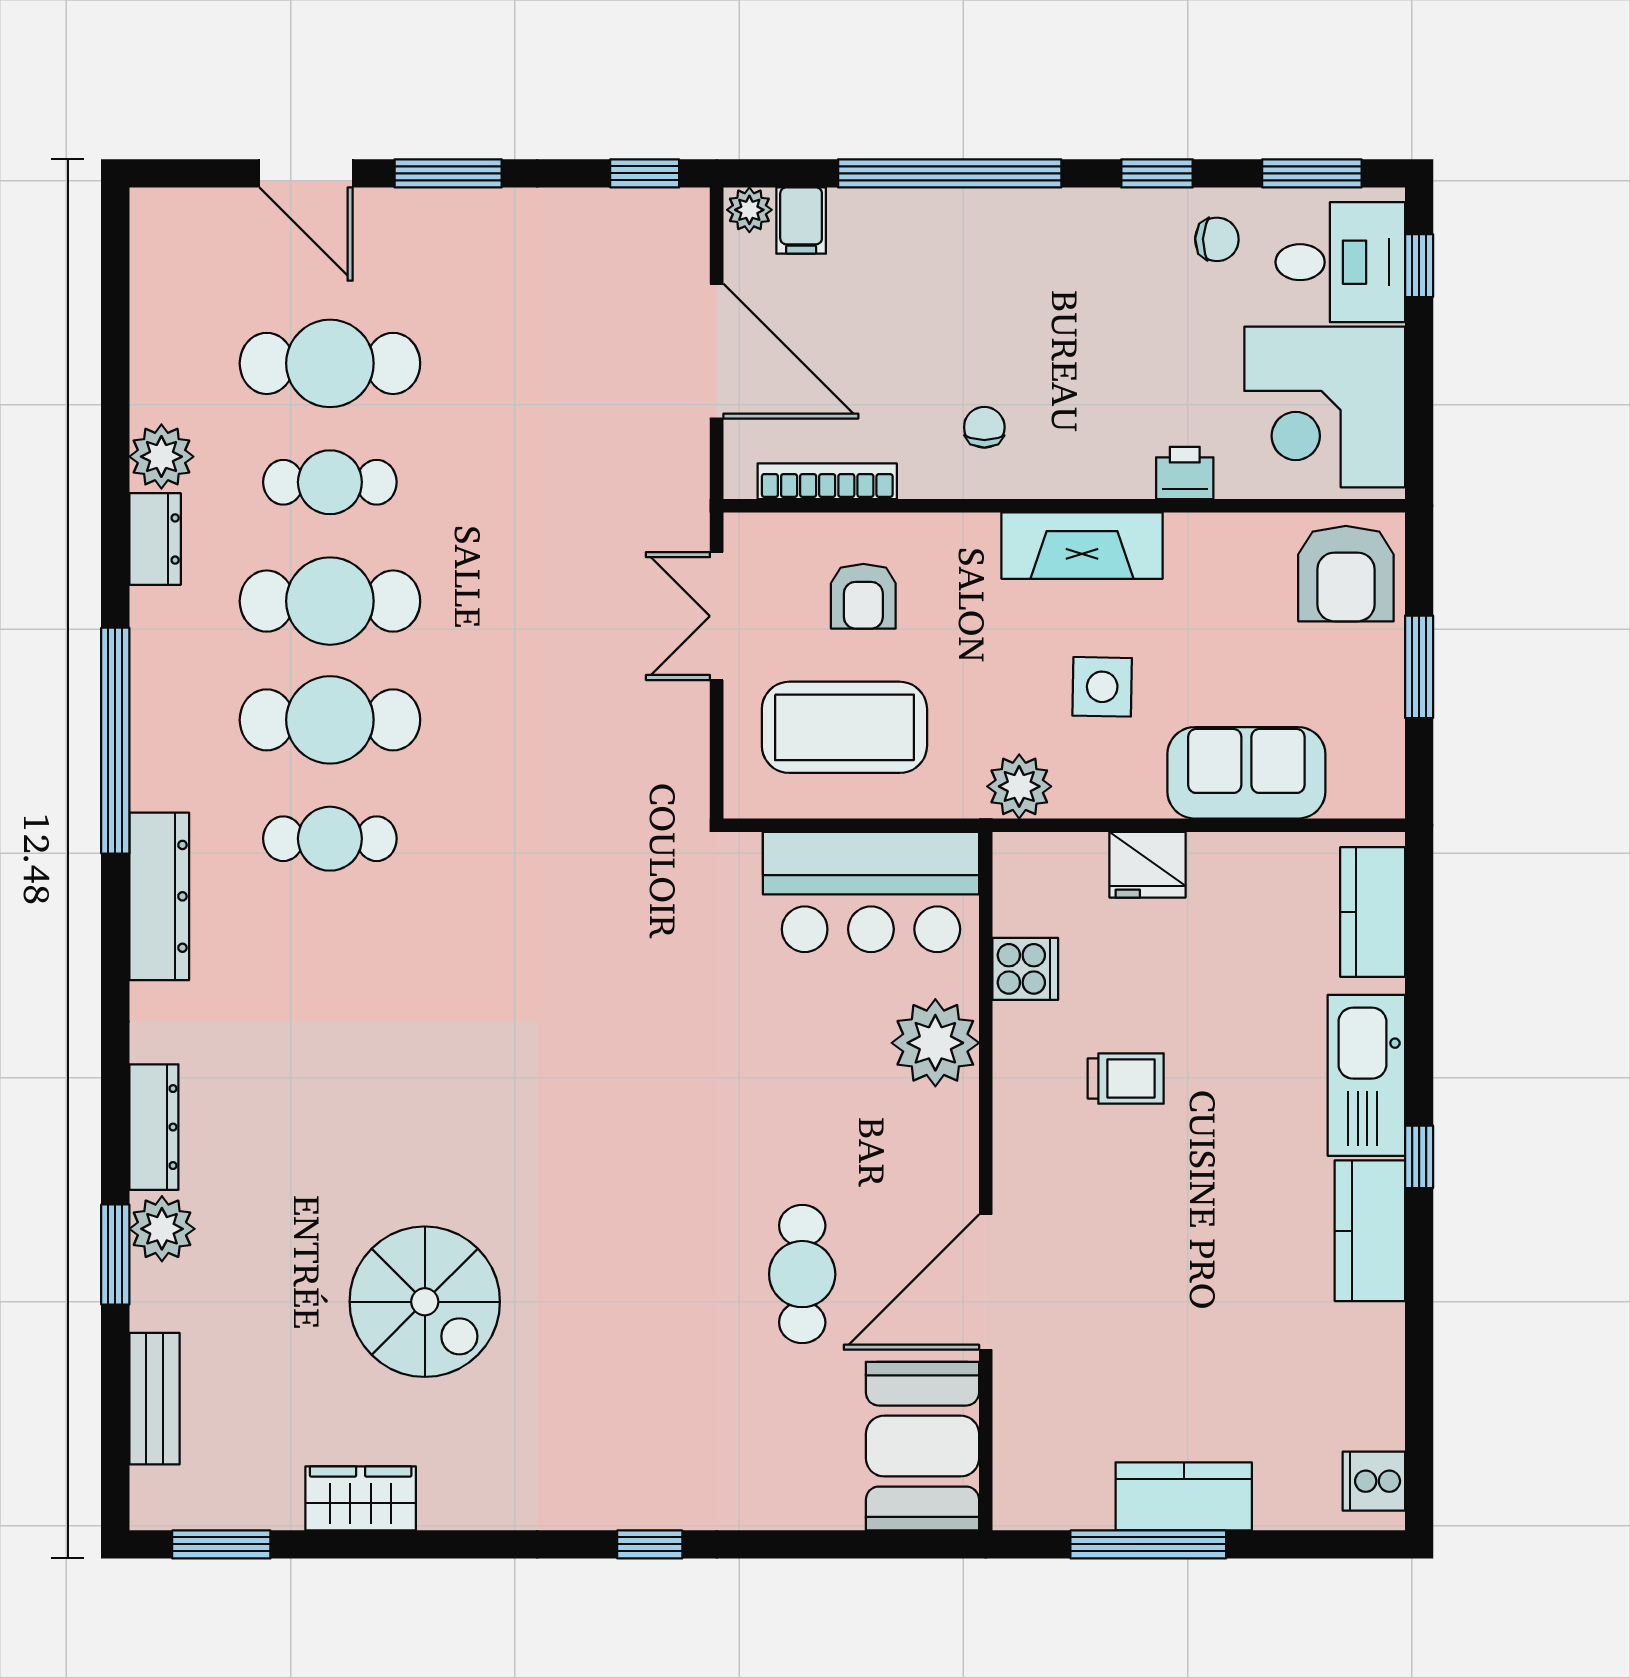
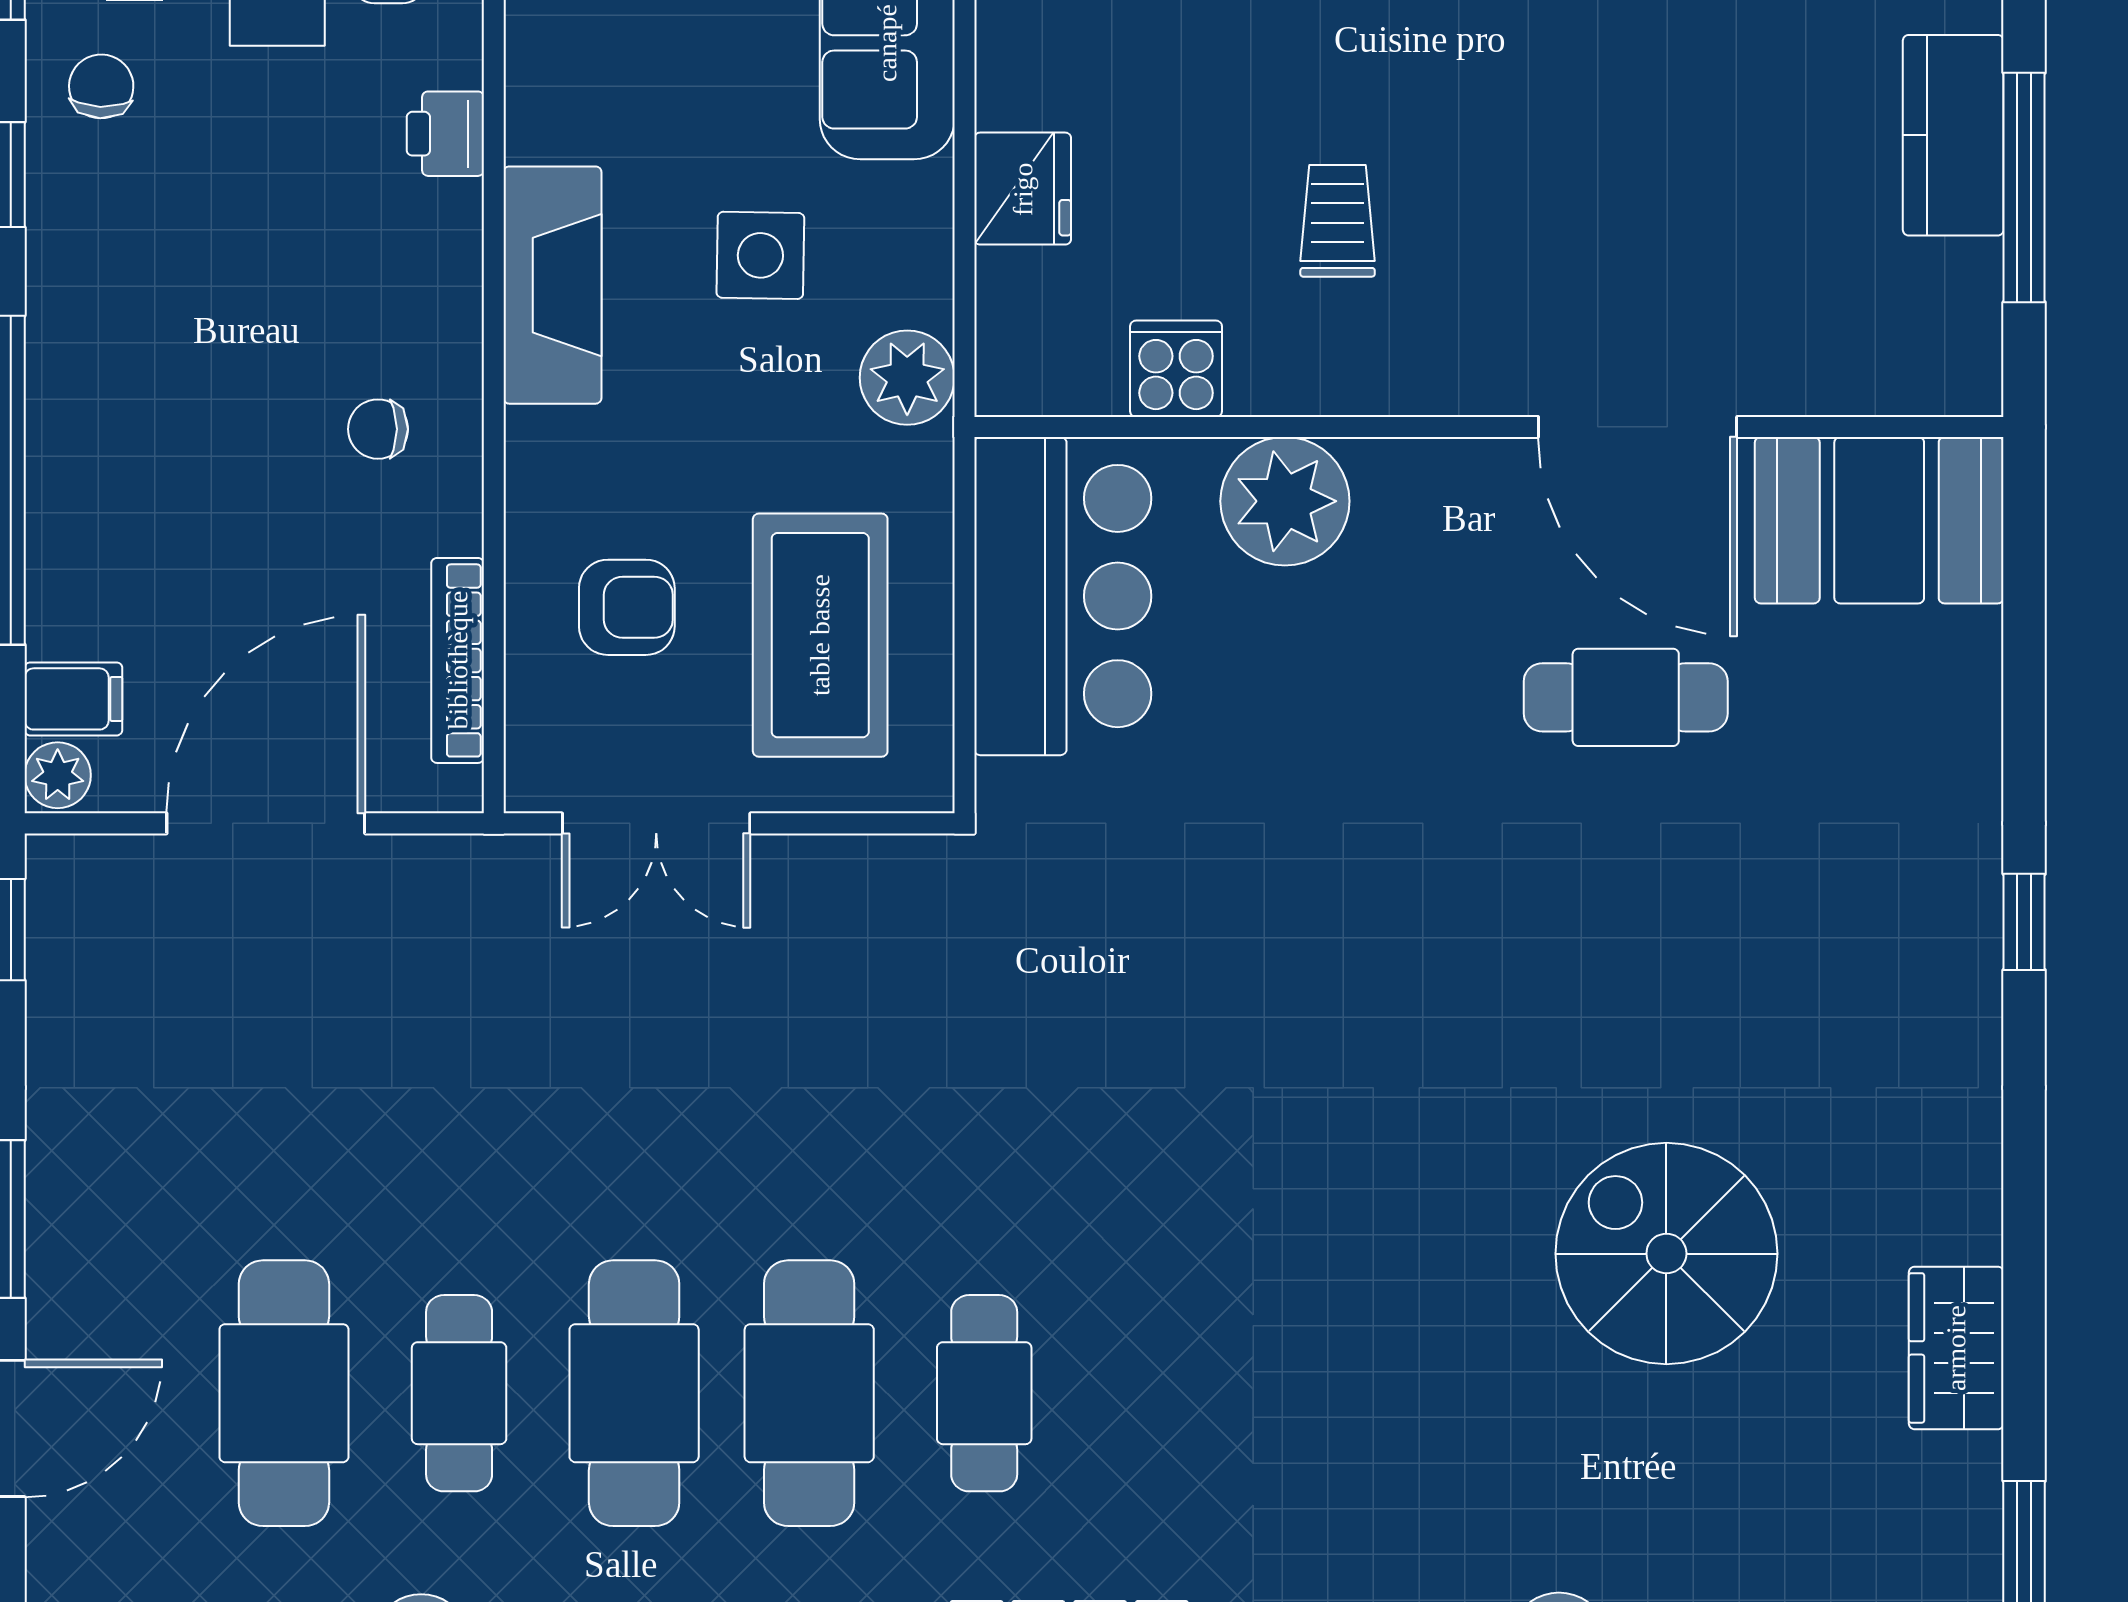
spiral stairs: (425, 1302) -> (1666, 1254), turned -90

